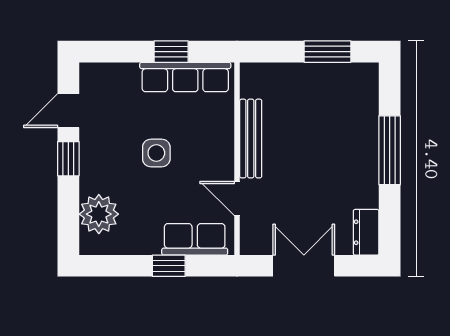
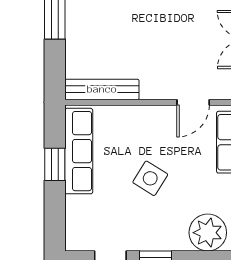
bench: (251, 139) -> (102, 89), moved
side table: (156, 153) -> (150, 178), turned 32

